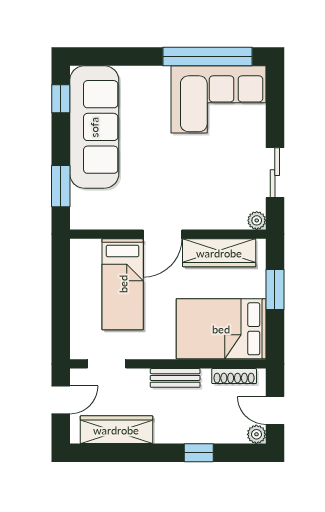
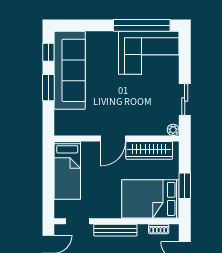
window: (61, 186) -> (48, 88), moved
bed: (123, 284) -> (67, 170), moved
window: (275, 289) -> (185, 186), moved
shoe rack: (234, 376) -> (159, 229), width x0.70
bench: (175, 378) -> (115, 230), width x1.36

